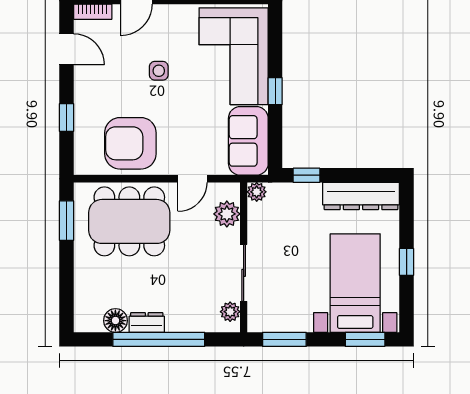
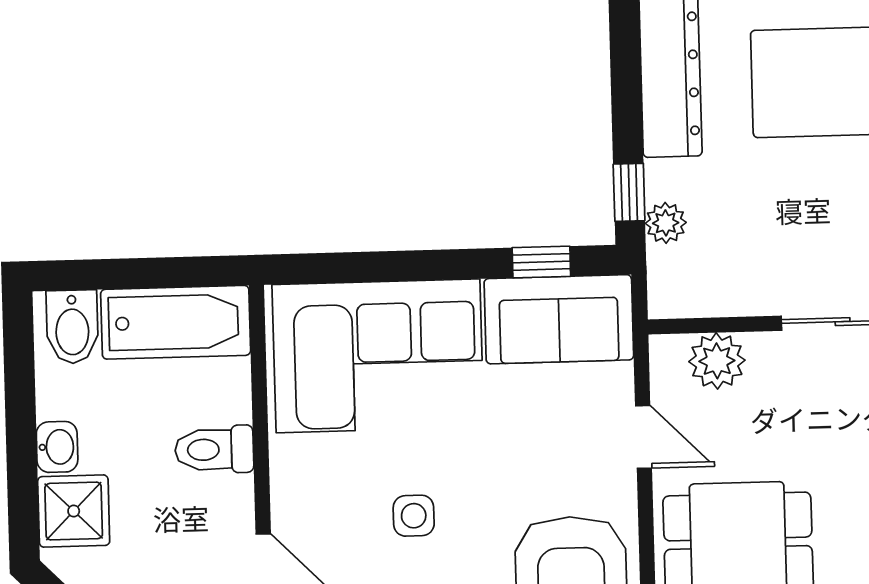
window: (275, 91) -> (541, 262), moved
plant: (257, 192) -> (666, 223), moved

